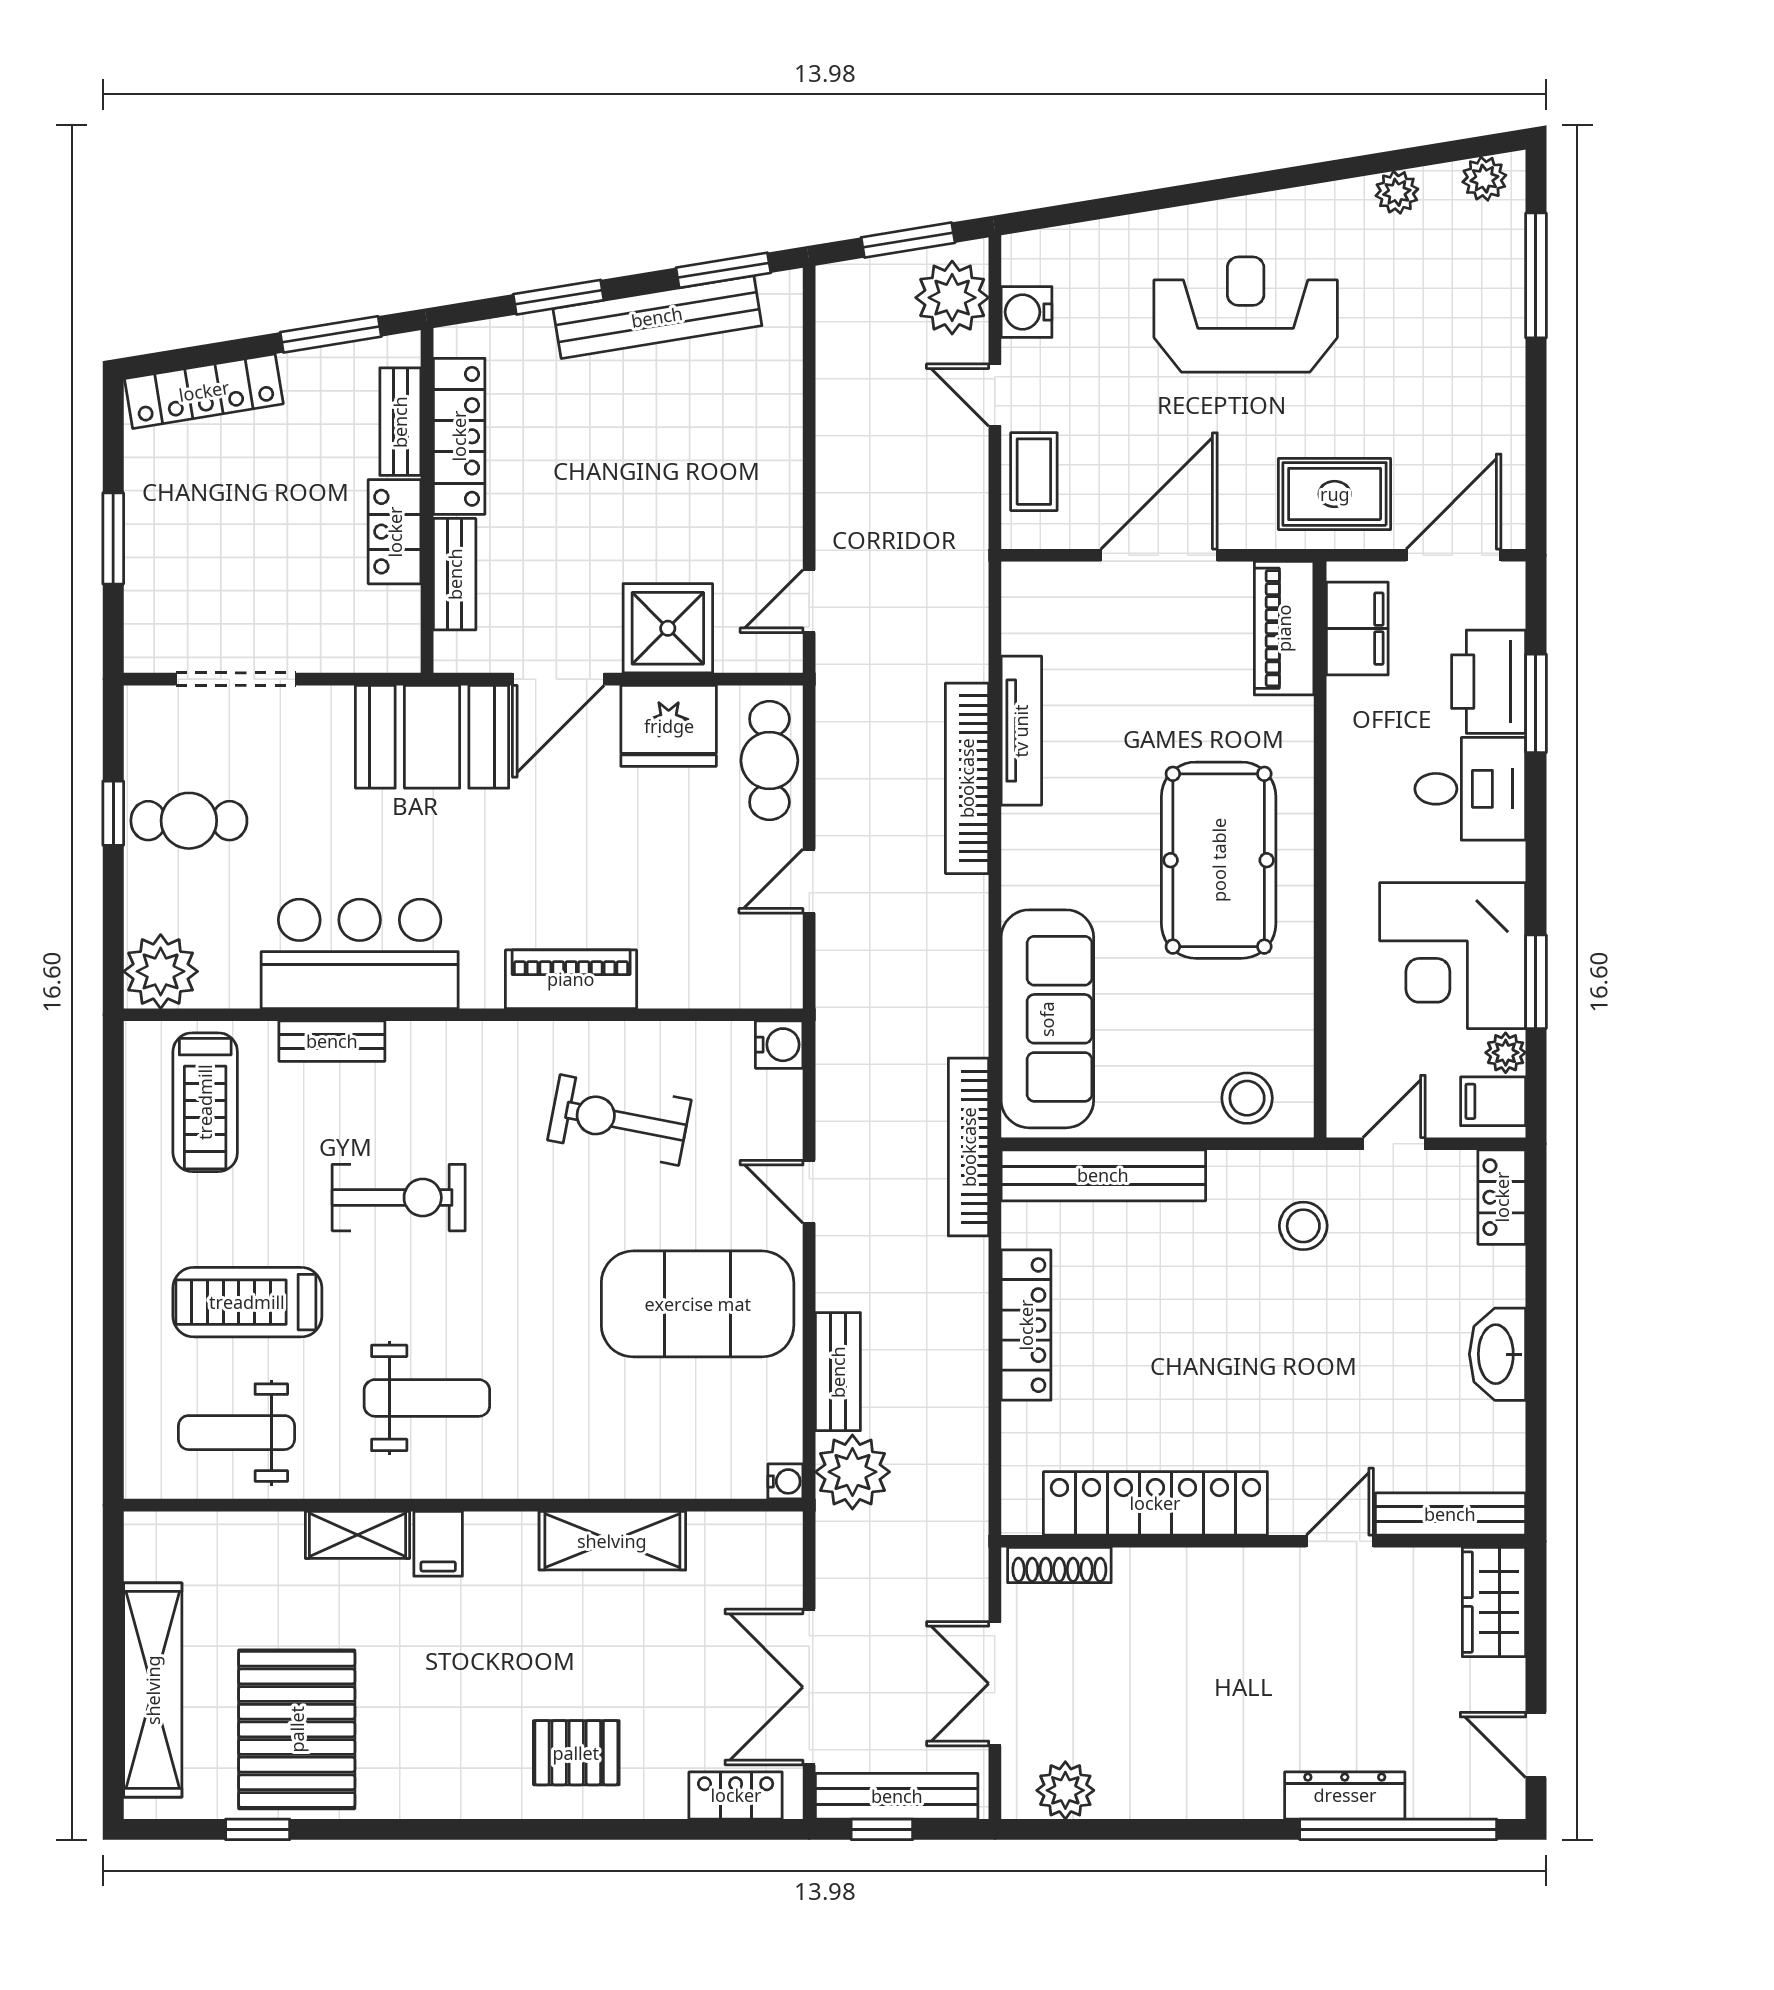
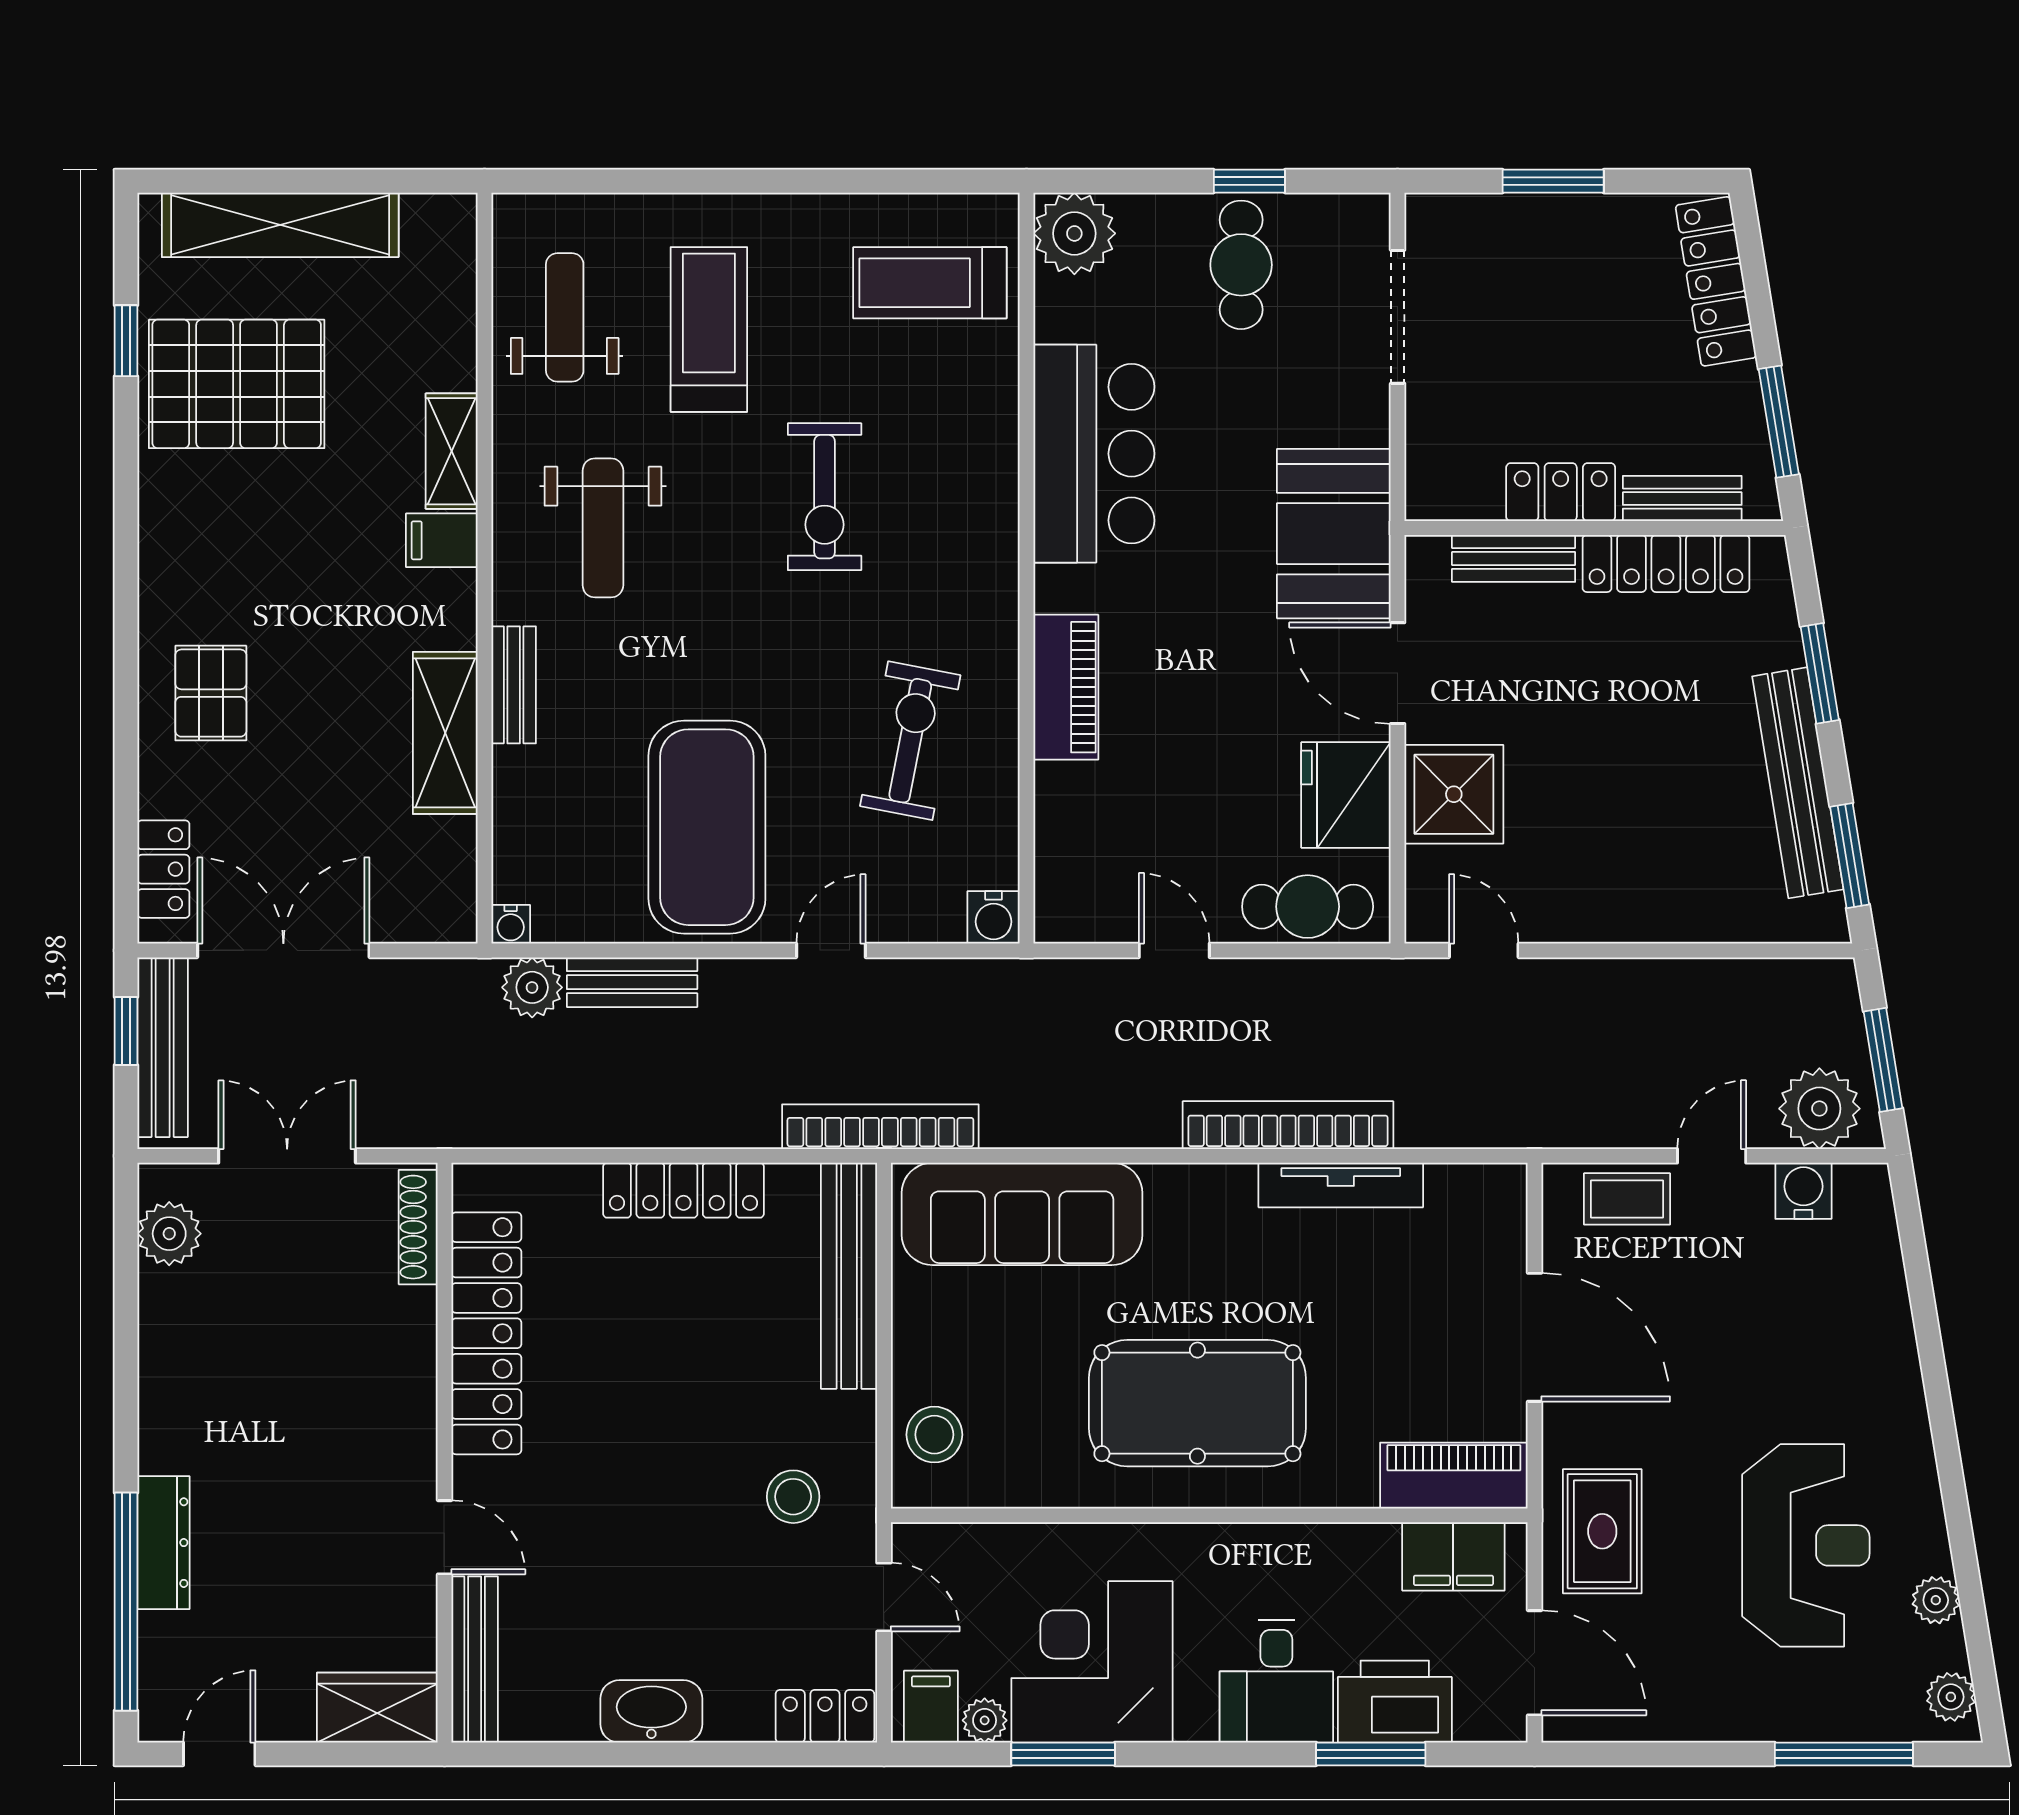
reception desk: (1246, 315) -> (1806, 1545), moved
bench: (332, 1041) -> (514, 685), moved
plant: (852, 1472) -> (532, 987), width x0.73, depth x0.73

